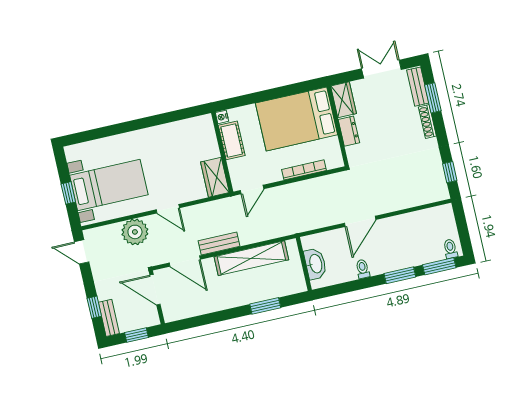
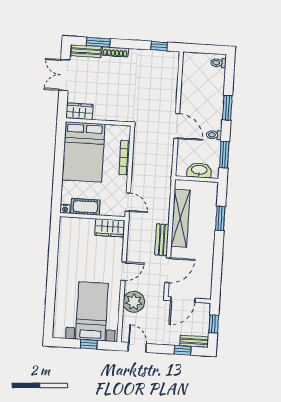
dresser: (349, 131) -> (105, 114), removed
door: (82, 252) -> (137, 347), swing flipped
window: (439, 266) -> (224, 155), moved

